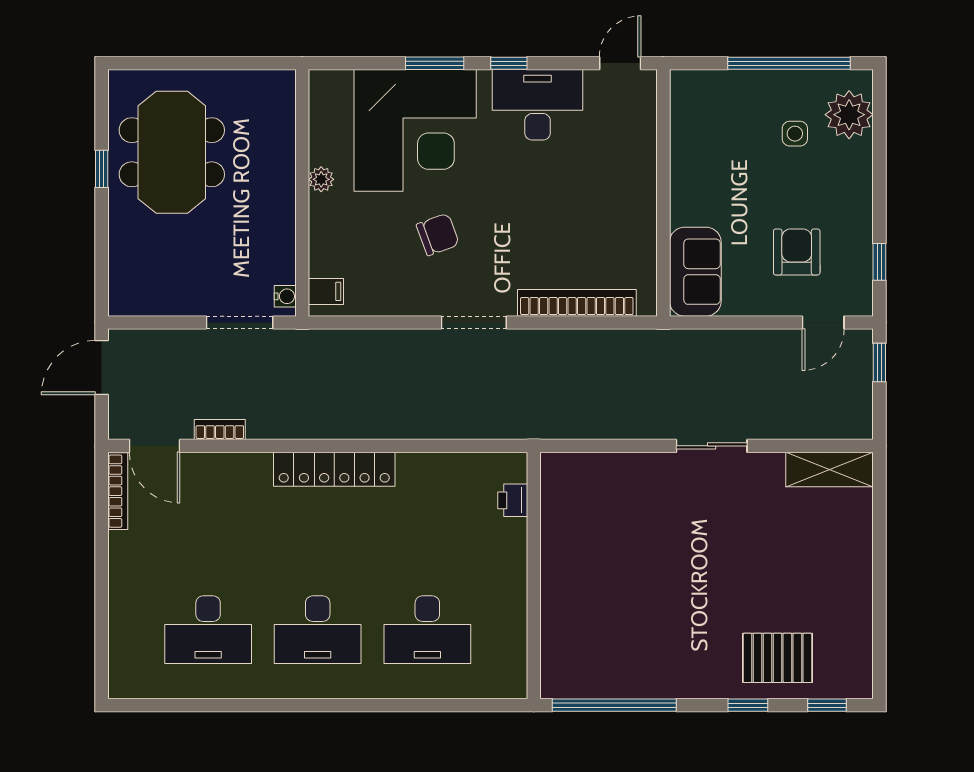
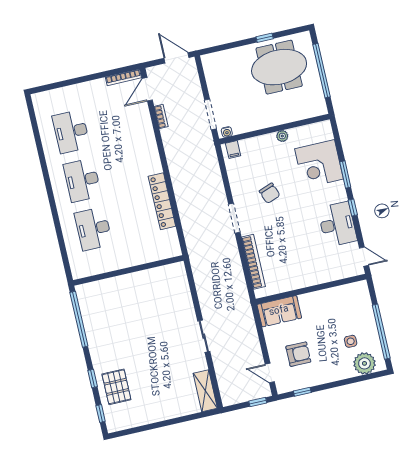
window: (200, 63) -> (321, 71), added
corner desk: (415, 130) -> (319, 164), width x0.74, depth x0.74
locker: (334, 469) -> (162, 201), moved
printer: (513, 500) -> (159, 253), removed

